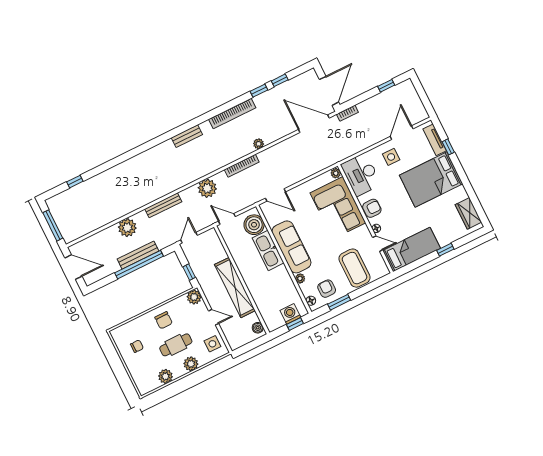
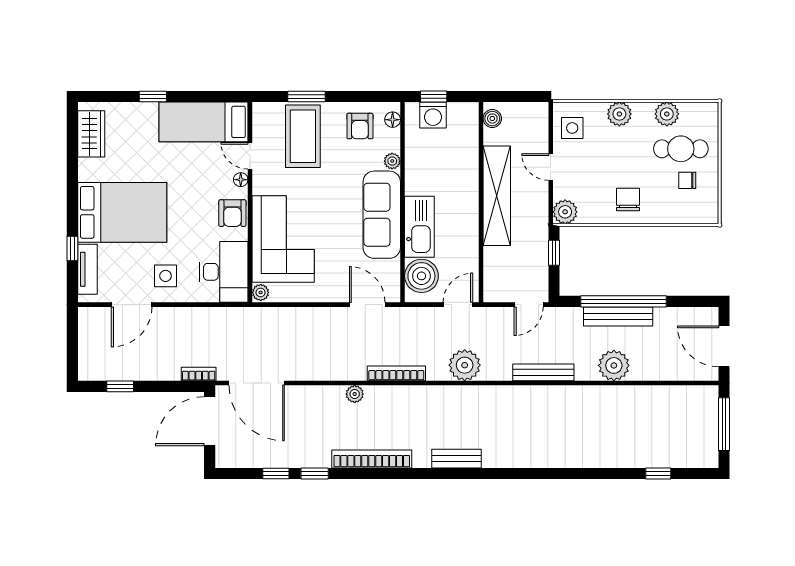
armchair: (372, 208) -> (232, 213), turned -90
door: (227, 219) -> (458, 305), swing flipped
window: (339, 302) -> (307, 96), moved
cafe table: (176, 345) -> (681, 149), moved

